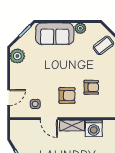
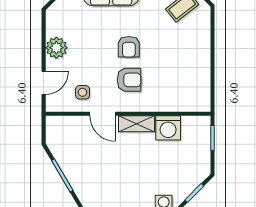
plant: (17, 56) -> (56, 48), moved
armchair: (91, 87) -> (129, 47), moved, turned 90

